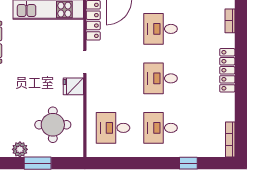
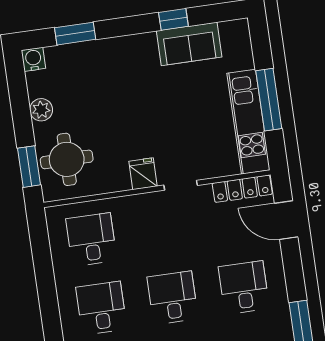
round table: (53, 125) -> (67, 159), moved
window: (38, 163) -> (29, 167), moved

